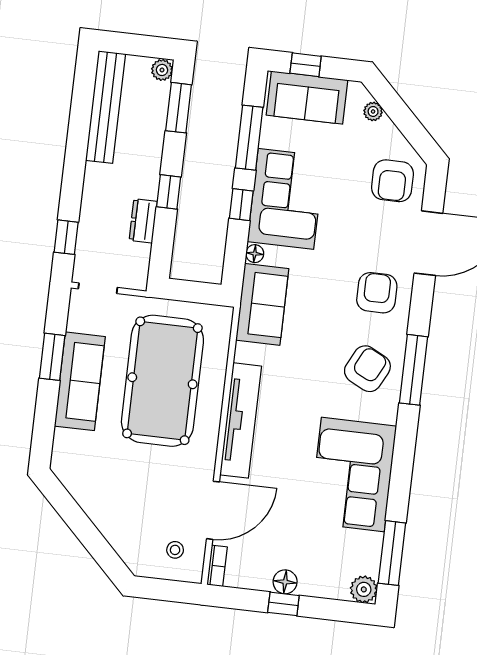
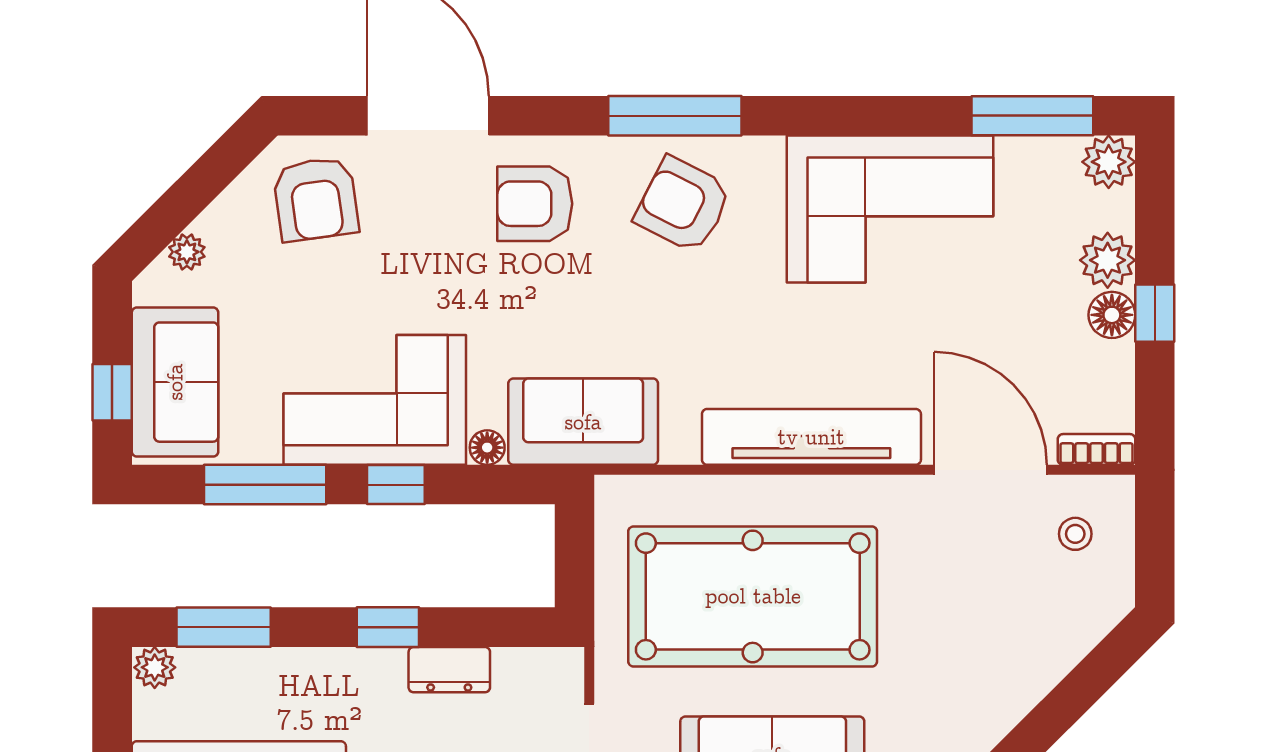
armchair: (392, 181) -> (316, 199), turned 82
plant: (313, 583) -> (1108, 260), added

